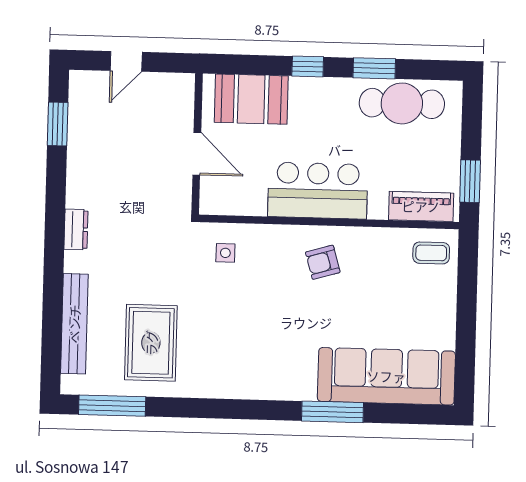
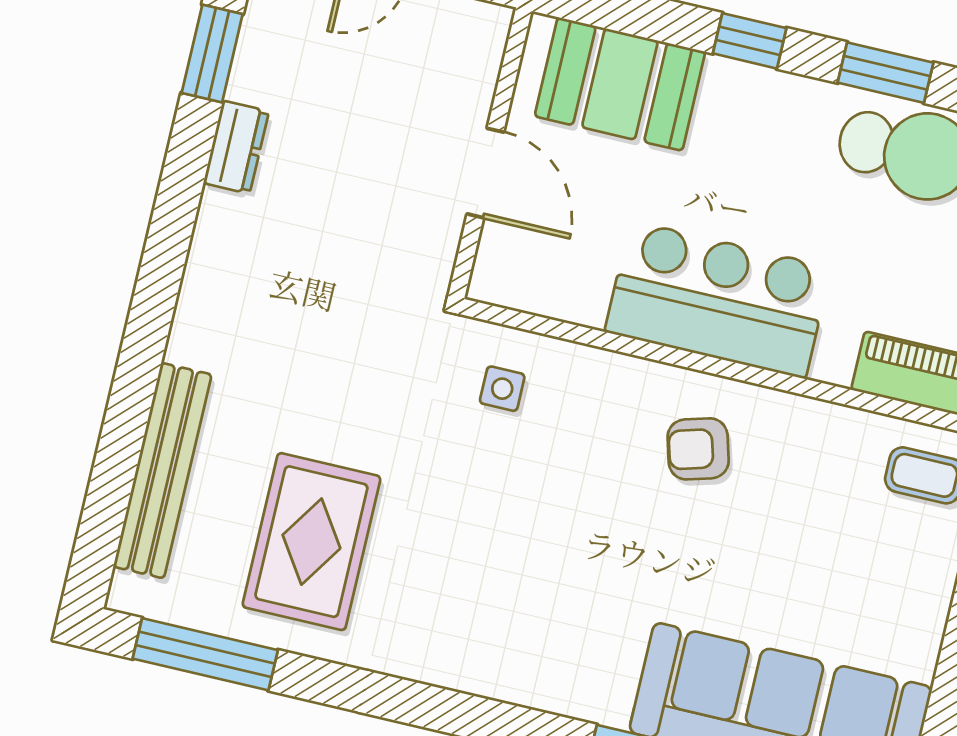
dresser: (76, 229) -> (236, 147), moved

